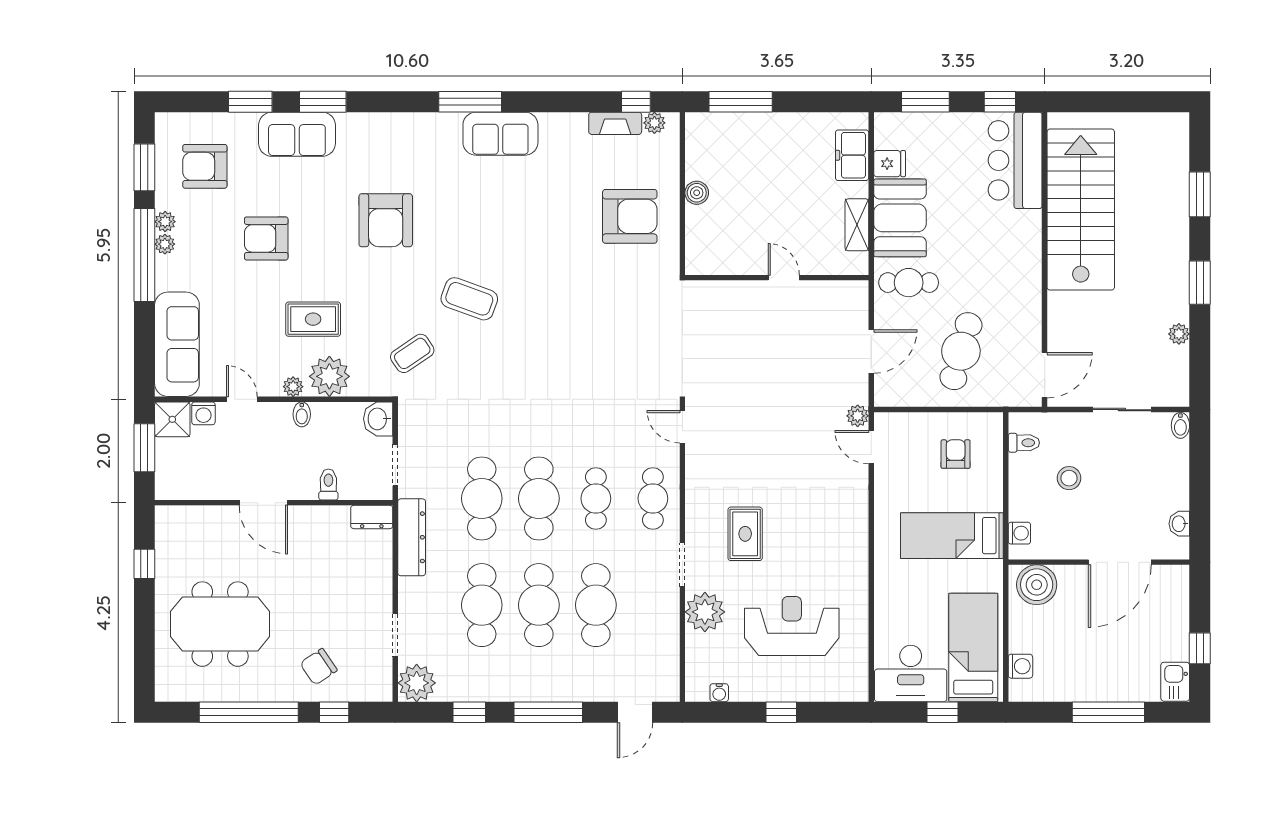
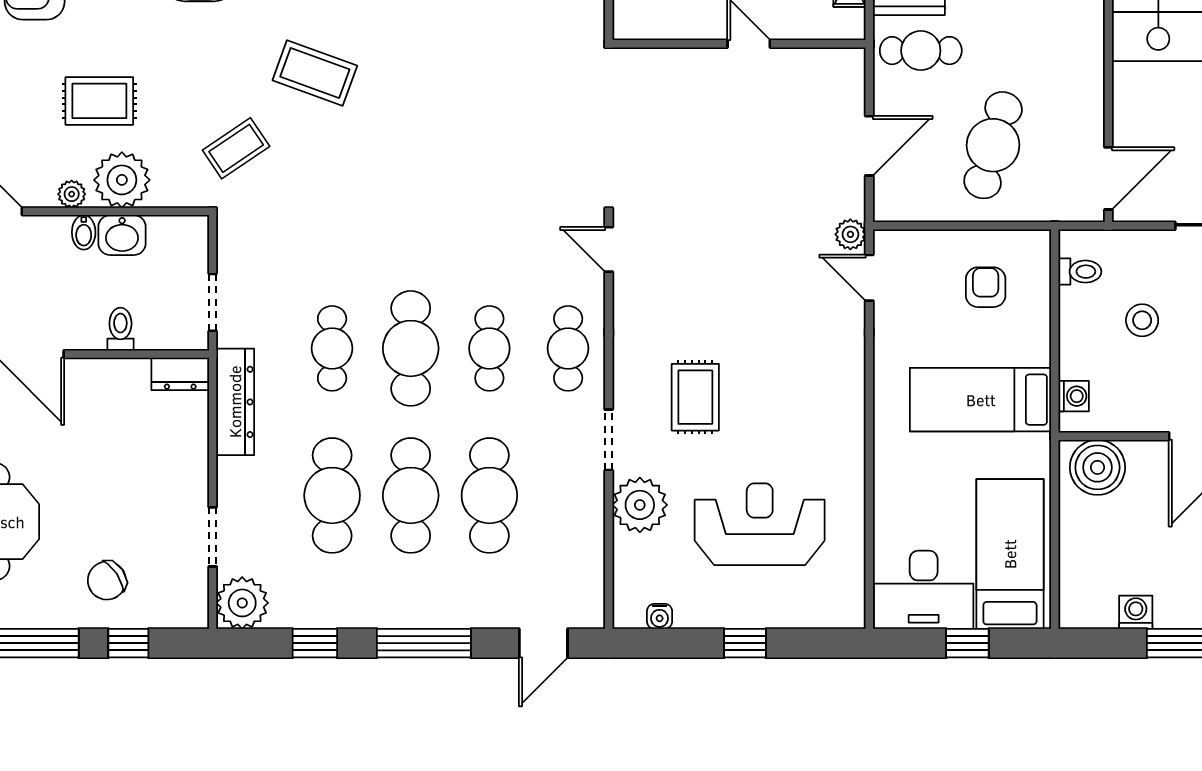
washbasin: (378, 419) -> (122, 235), moved, turned -90
cafe table: (482, 498) -> (332, 348), width x0.73, depth x0.74
washing machine: (1020, 666) -> (1136, 612), moved, turned -90

